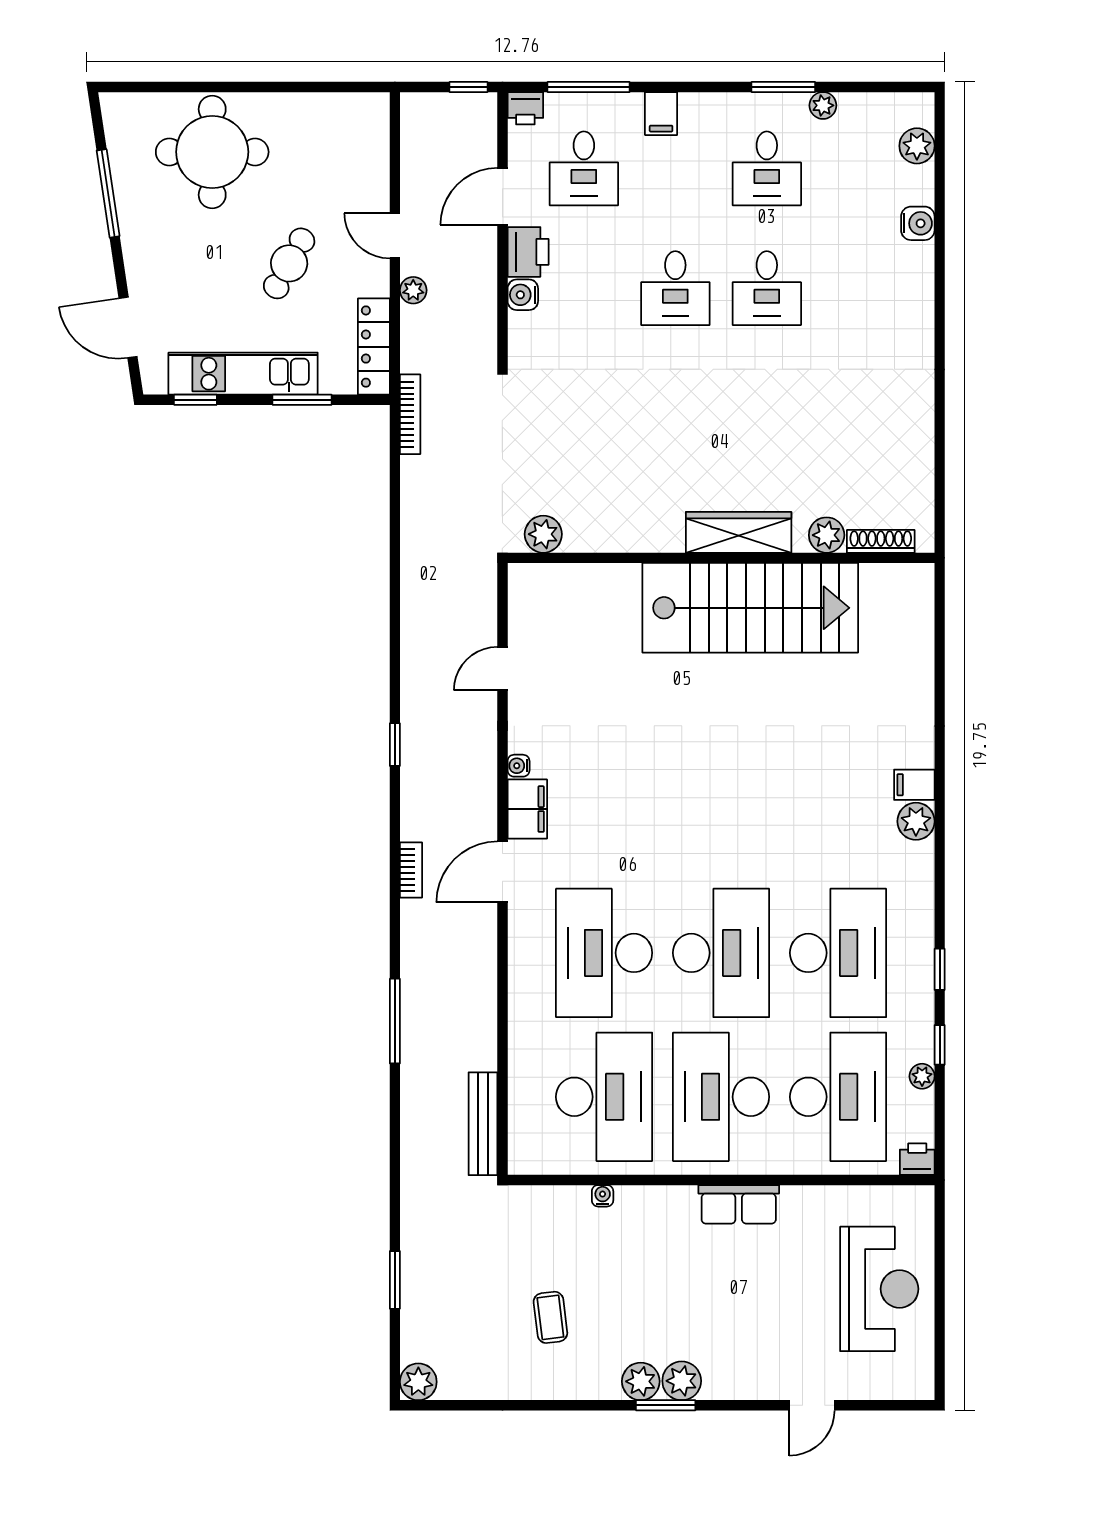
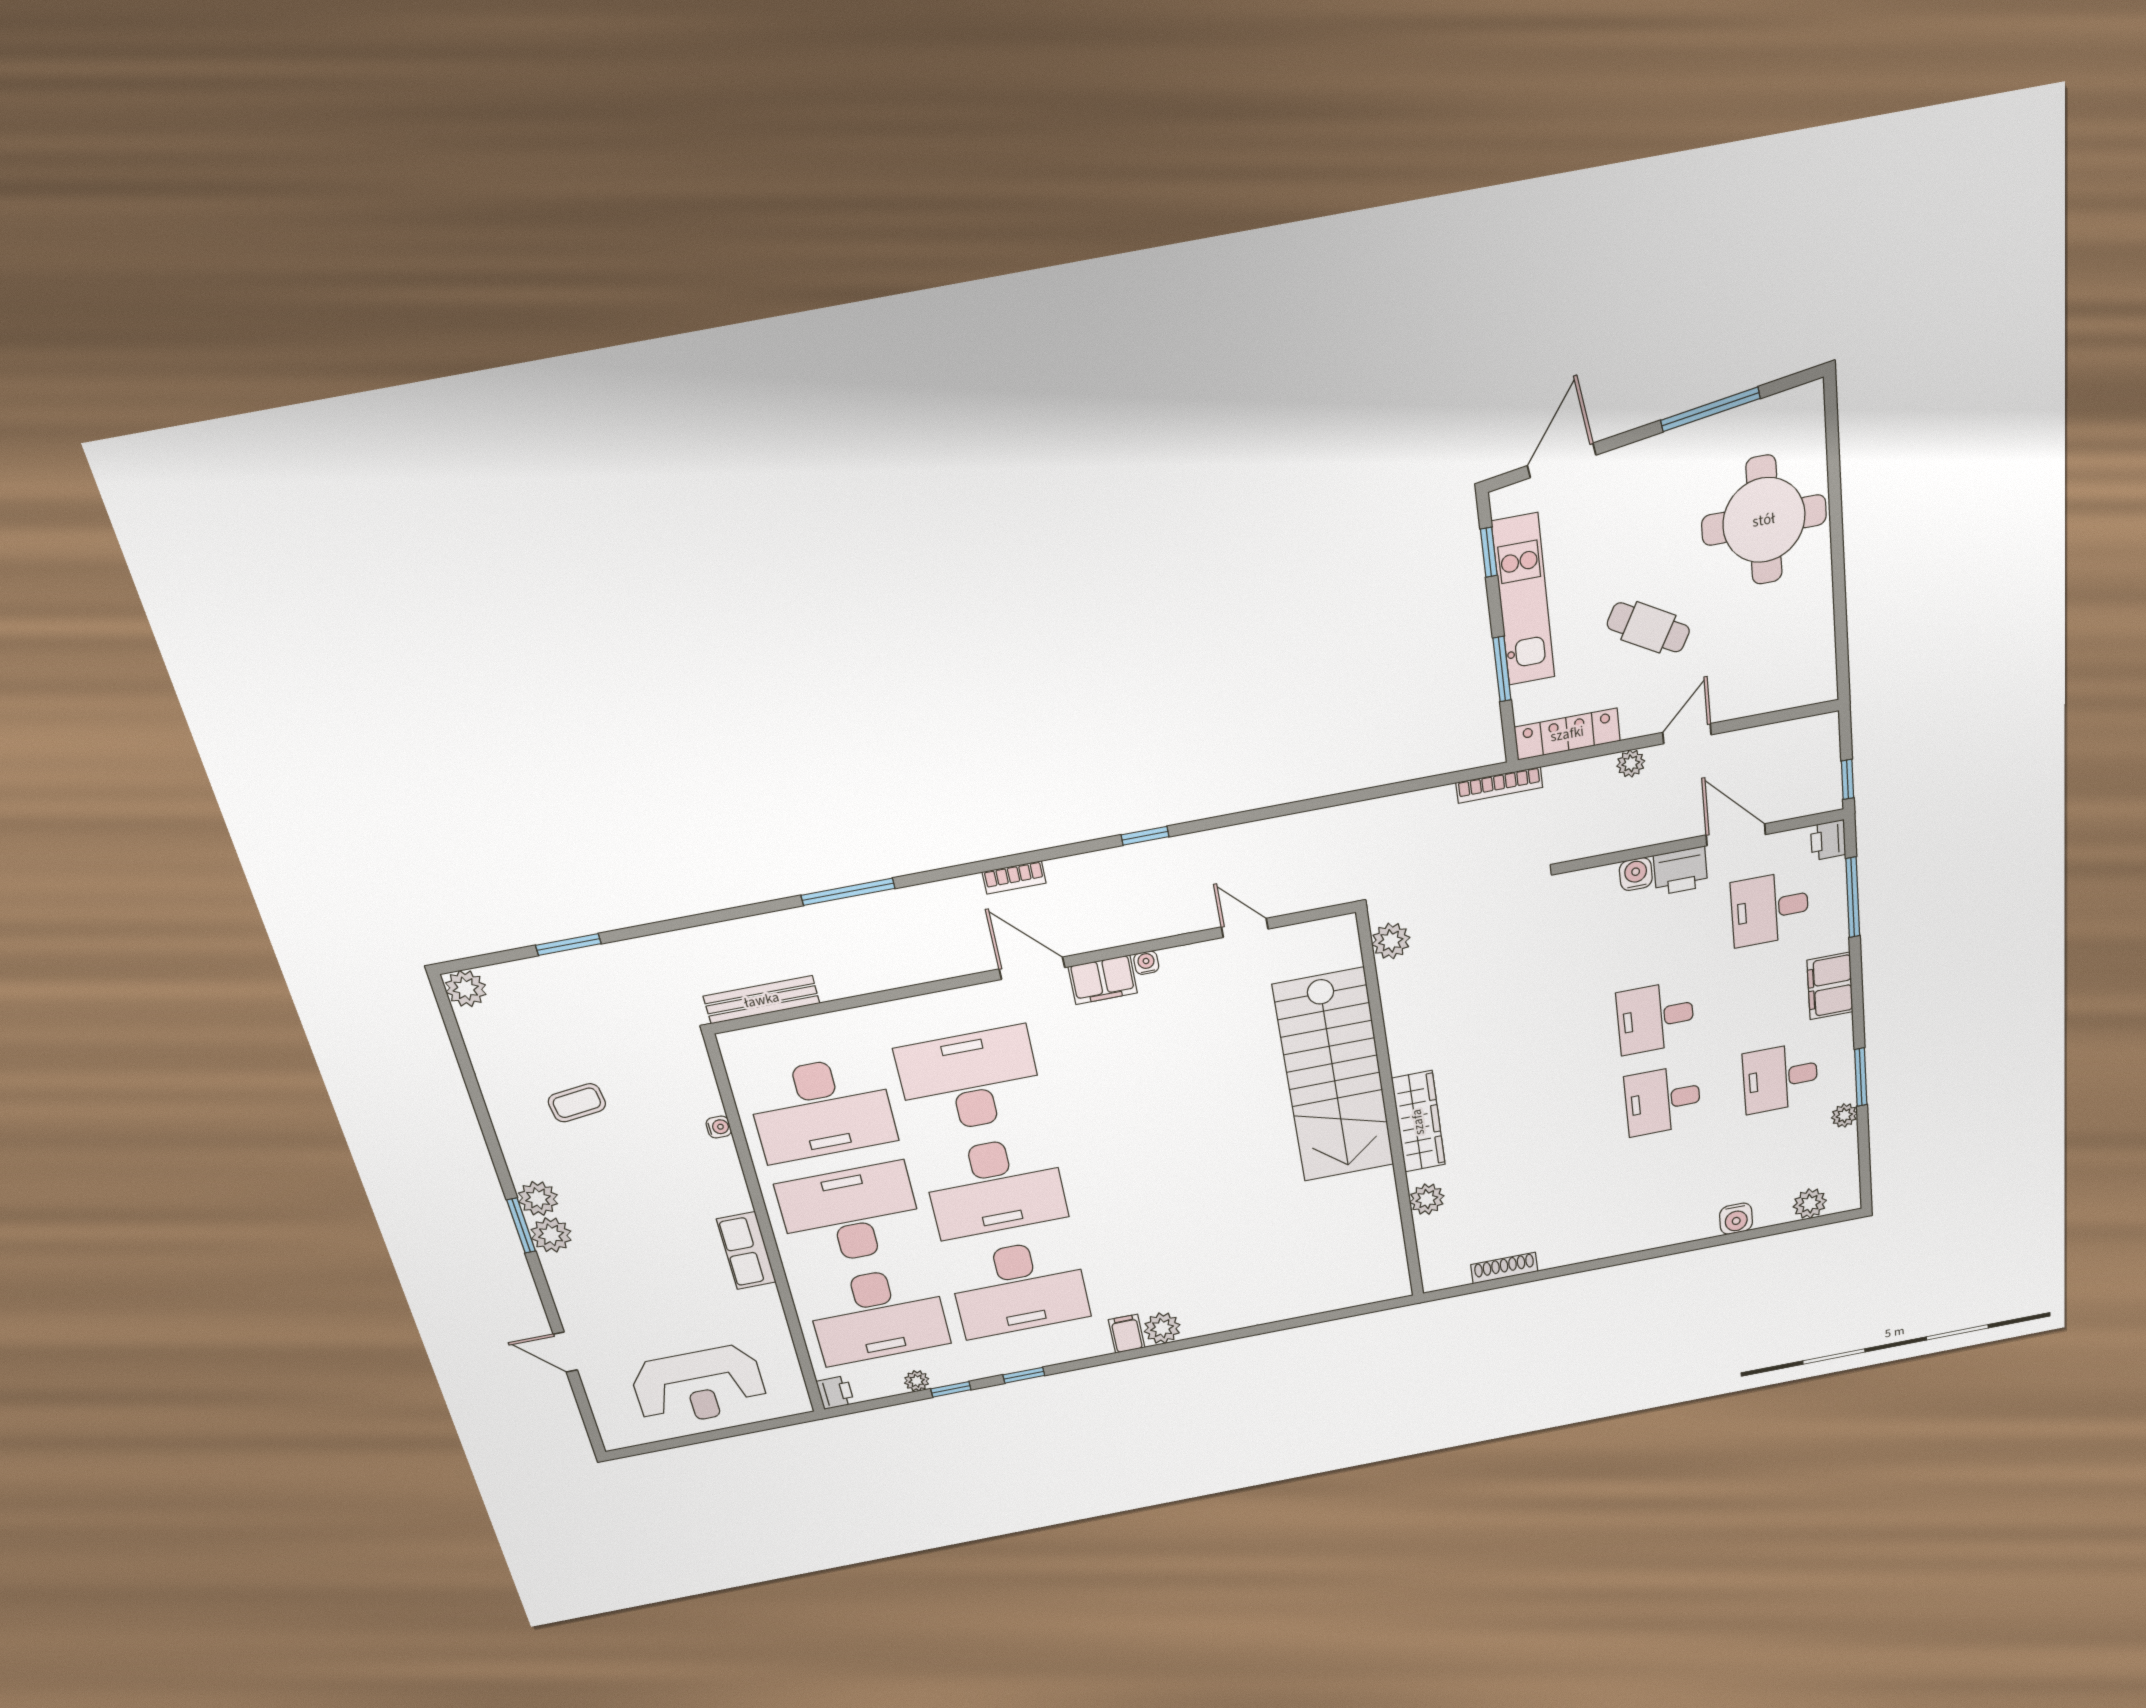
filing cabinet: (661, 114) -> (1830, 986), width x2.00
shoe rack: (881, 541) -> (1504, 1268), moved, turned -90
stairs: (750, 608) -> (1334, 1076), moved
filing cabinet: (914, 785) -> (1127, 1334), moved

